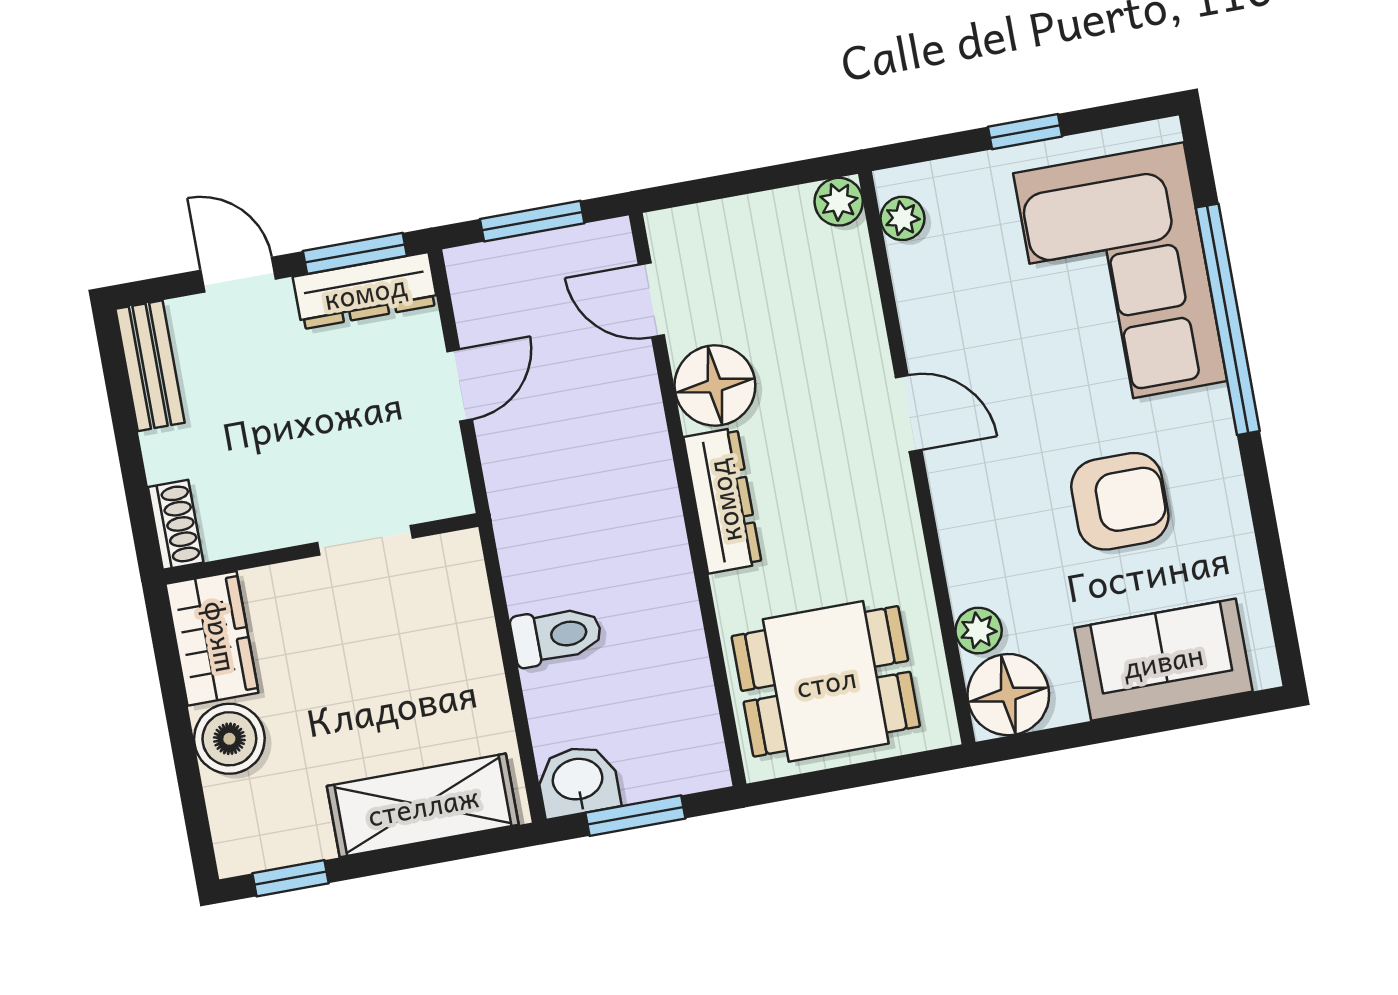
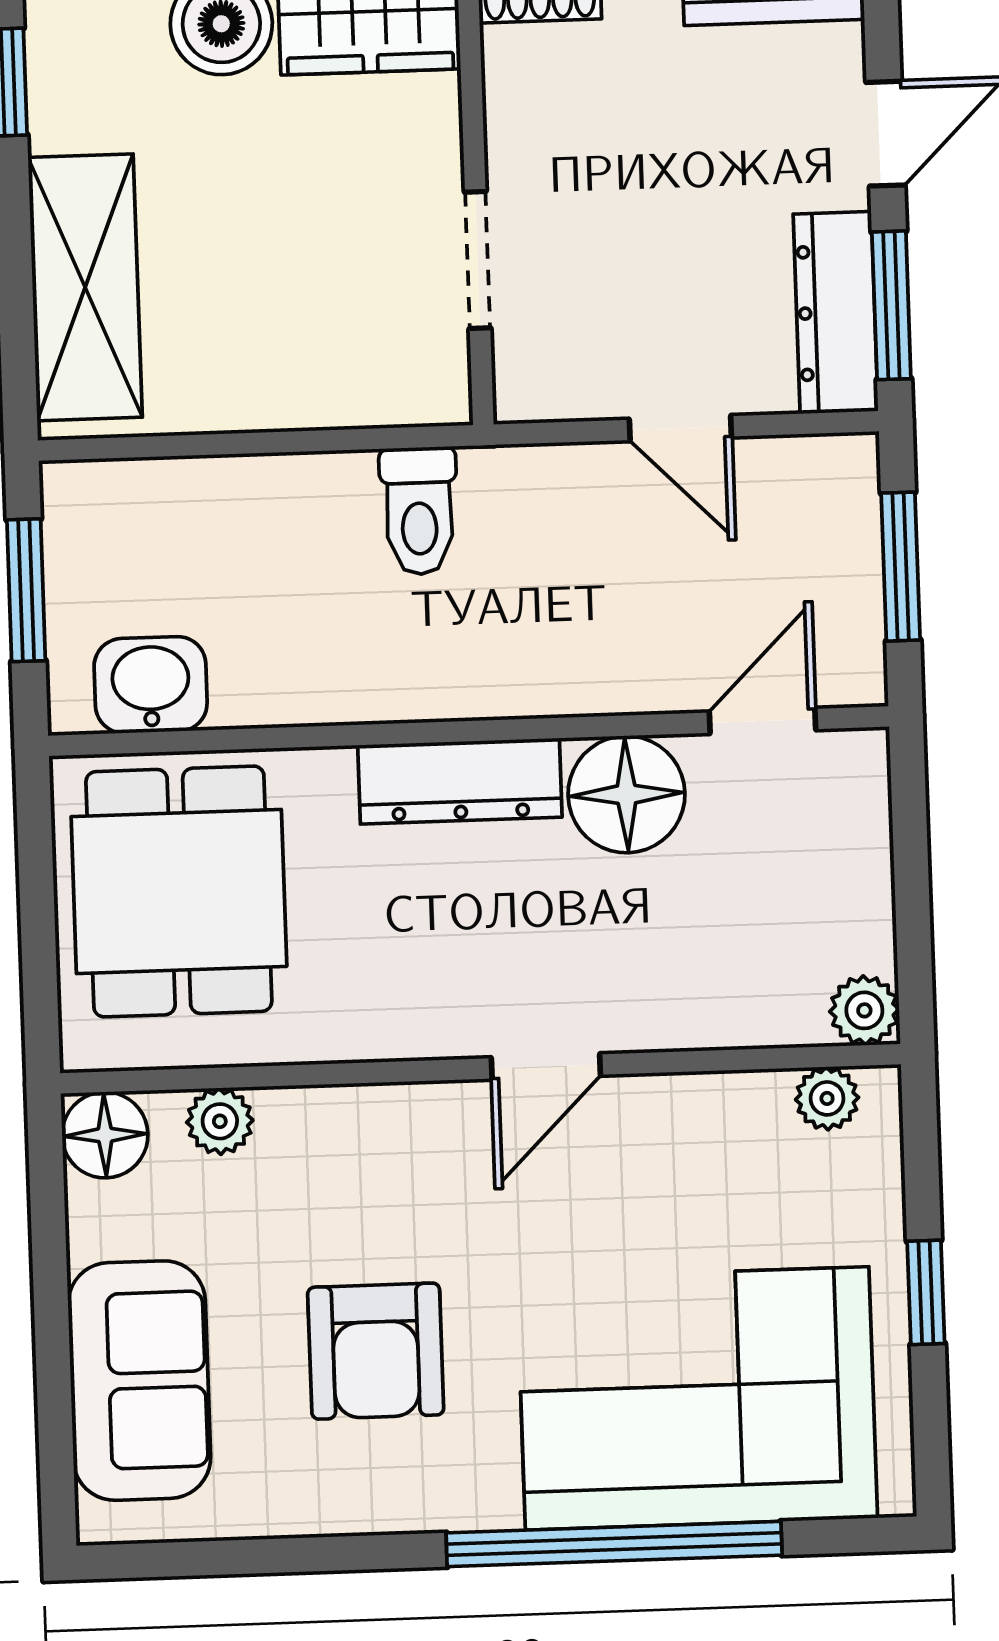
toilet: (557, 636) -> (419, 511), moved
floor lamp: (1008, 695) -> (105, 1135), width x0.73, depth x0.73
washbasin: (578, 781) -> (151, 685), moved, turned -90

